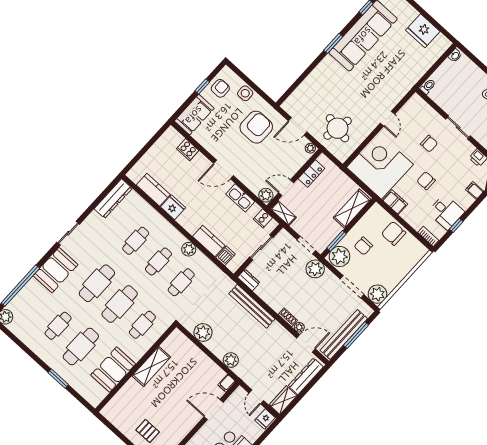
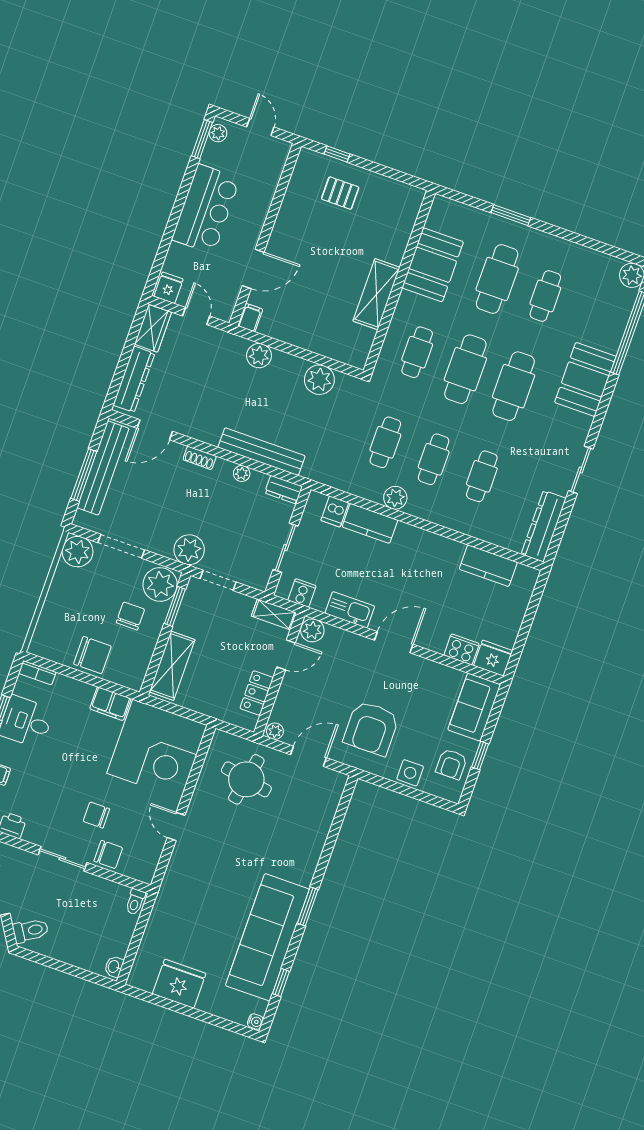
chair: (426, 181) -> (108, 854), moved
fridge: (173, 207) -> (493, 658), moved, turned 180
sliding door: (68, 233) -> (581, 470), moved
plant: (299, 327) -> (242, 473), moved

